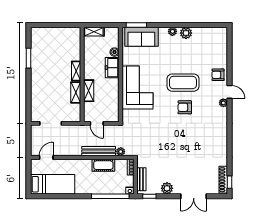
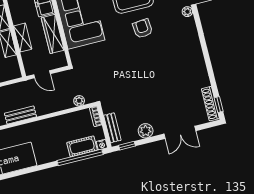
wardrobe: (113, 94) -> (53, 34), added
armchair: (185, 107) -> (143, 29), turned 85
bench: (99, 151) -> (20, 115), moved, width x0.73
cot: (103, 165) -> (82, 146), moved

